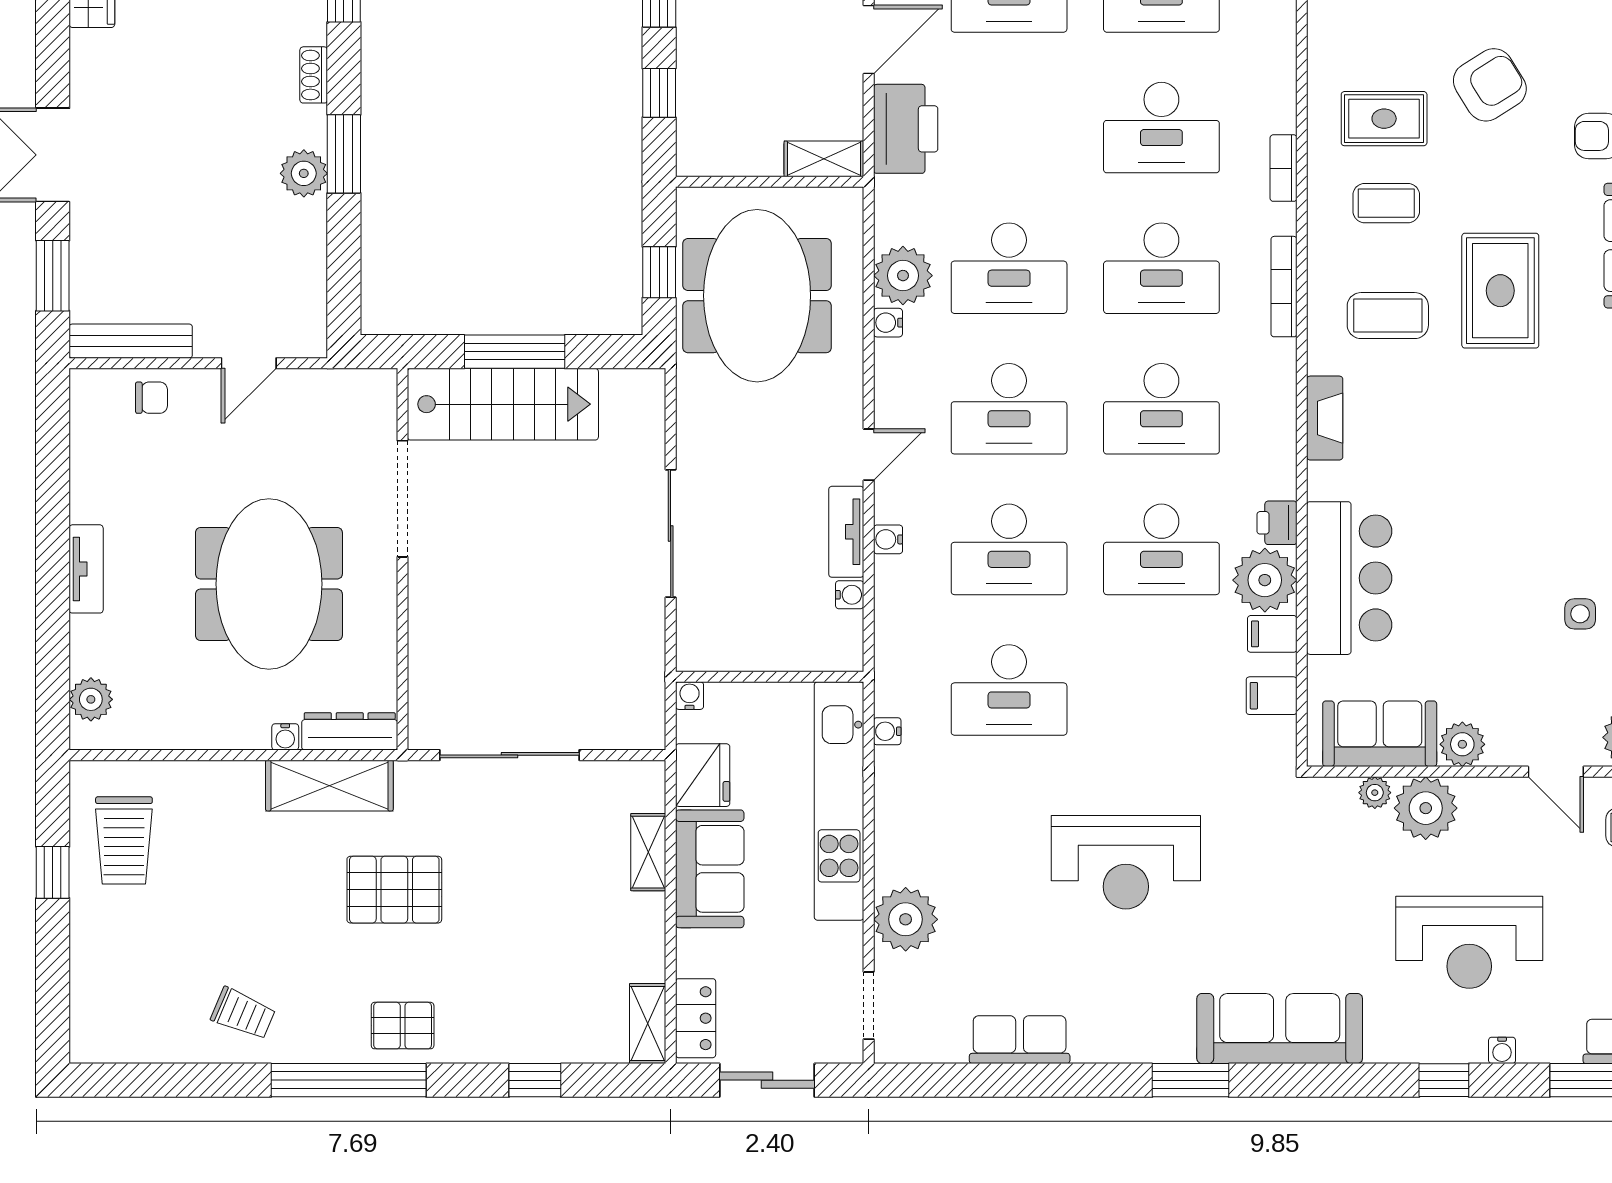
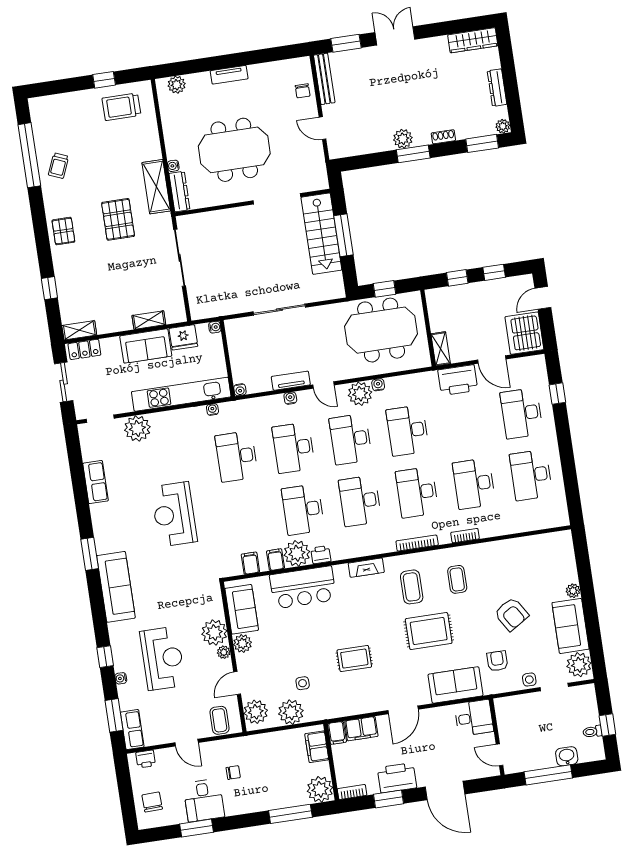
rug: (1384, 119) -> (354, 659), moved, turned 90
plant: (903, 276) -> (360, 394), moved
water cooler: (850, 595) -> (240, 390), moved
plant: (1375, 793) -> (224, 652), moved
reception desk: (1469, 942) -> (163, 658), turned 180
window: (349, 1080) -> (29, 155), moved

